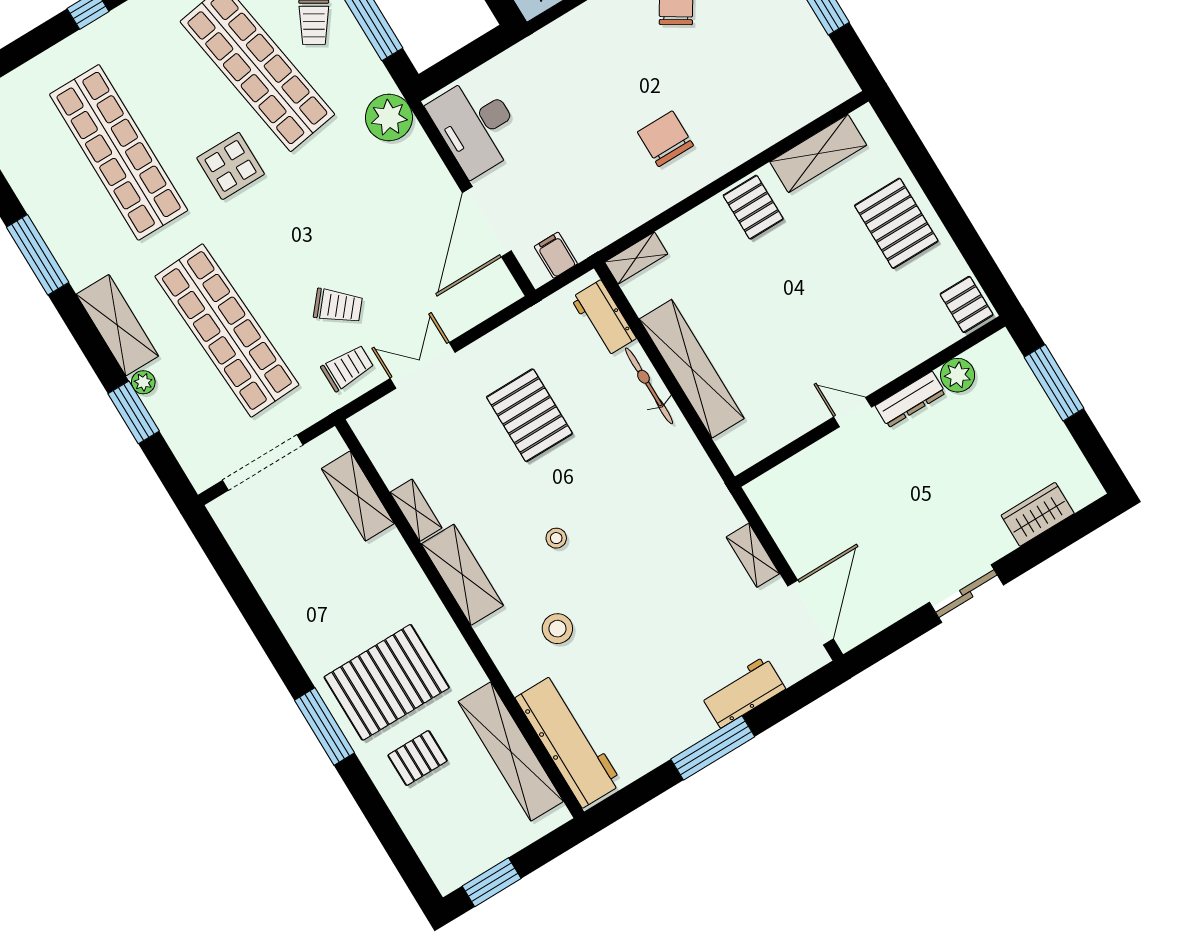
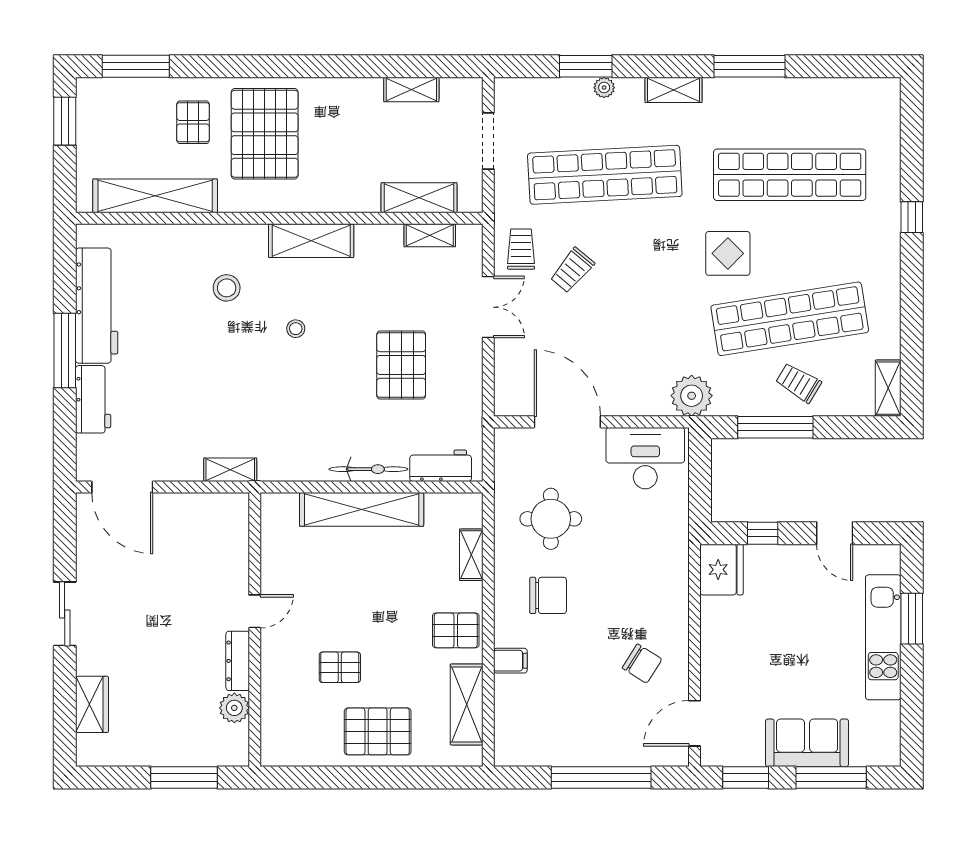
round table: (590, 181) -> (551, 519), added
filing cabinet: (556, 255) -> (510, 661), moved
shelving: (636, 258) -> (471, 555), moved
pallet: (967, 304) -> (340, 667), moved
shelving: (117, 325) -> (674, 90), width x0.67, depth x0.75
trolley: (348, 368) -> (521, 249), turned 180
pallet: (529, 415) -> (401, 365), turned 90
doorway: (263, 463) -> (488, 141), width x0.73
shelving: (416, 510) -> (430, 235), moved
shelving: (753, 555) -> (230, 470), moved
shelving: (258, 567) -> (411, 89), added
window: (325, 727) -> (136, 66), moved
workbench: (569, 741) -> (97, 306), moved, turned -90

